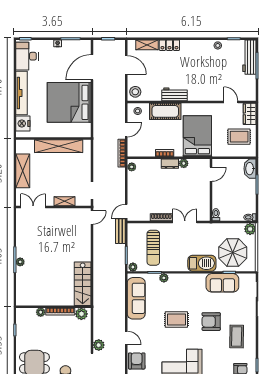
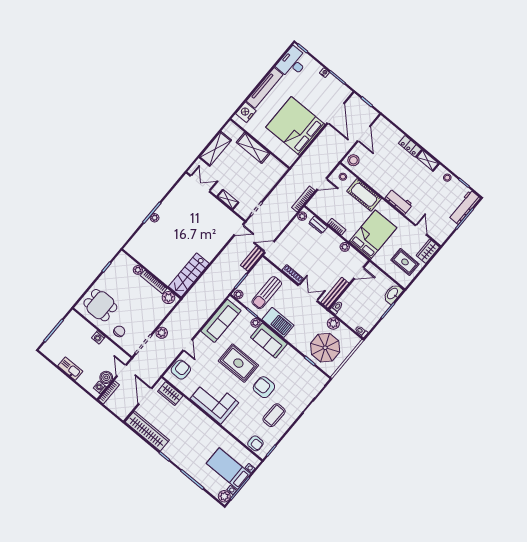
shelving: (147, 45) -> (428, 160), moved
door: (92, 67) -> (336, 113), swing flipped
workbench: (175, 94) -> (399, 201), moved
shelving: (59, 146) -> (253, 148), width x0.68
dresser: (170, 164) -> (318, 225), moved
bench: (205, 205) -> (335, 293), added
plant: (250, 229) -> (333, 323), moved
barbecue: (202, 263) -> (278, 322), moved
sofa: (222, 283) -> (269, 341), moved
rug: (176, 319) -> (238, 363), width x1.36, depth x1.43

